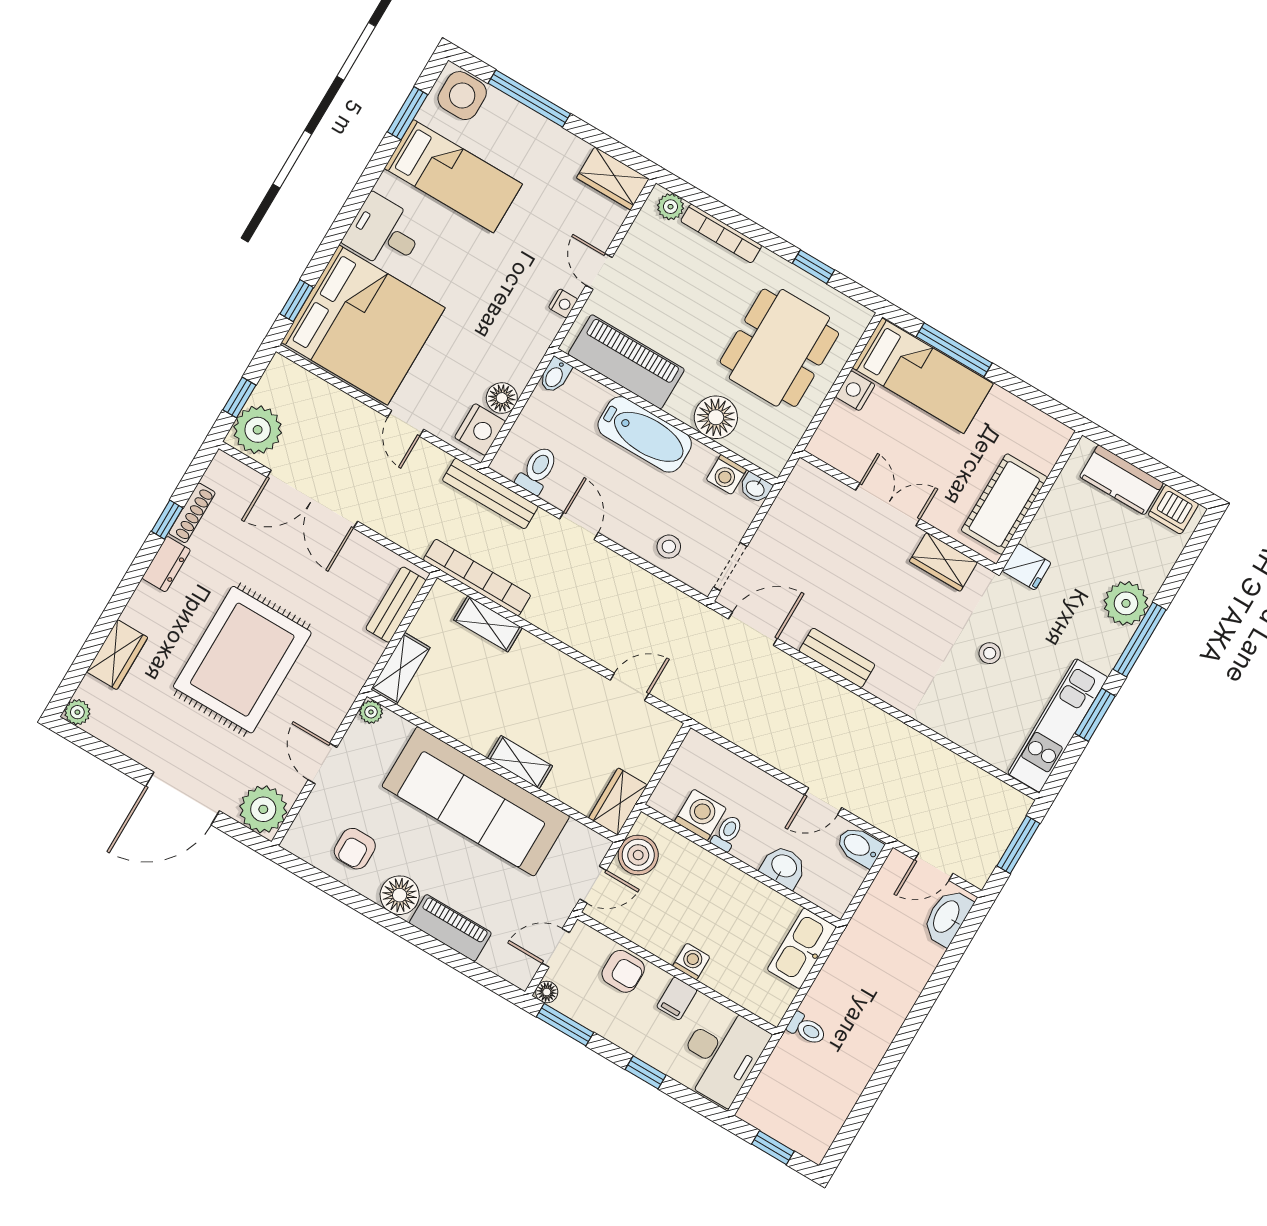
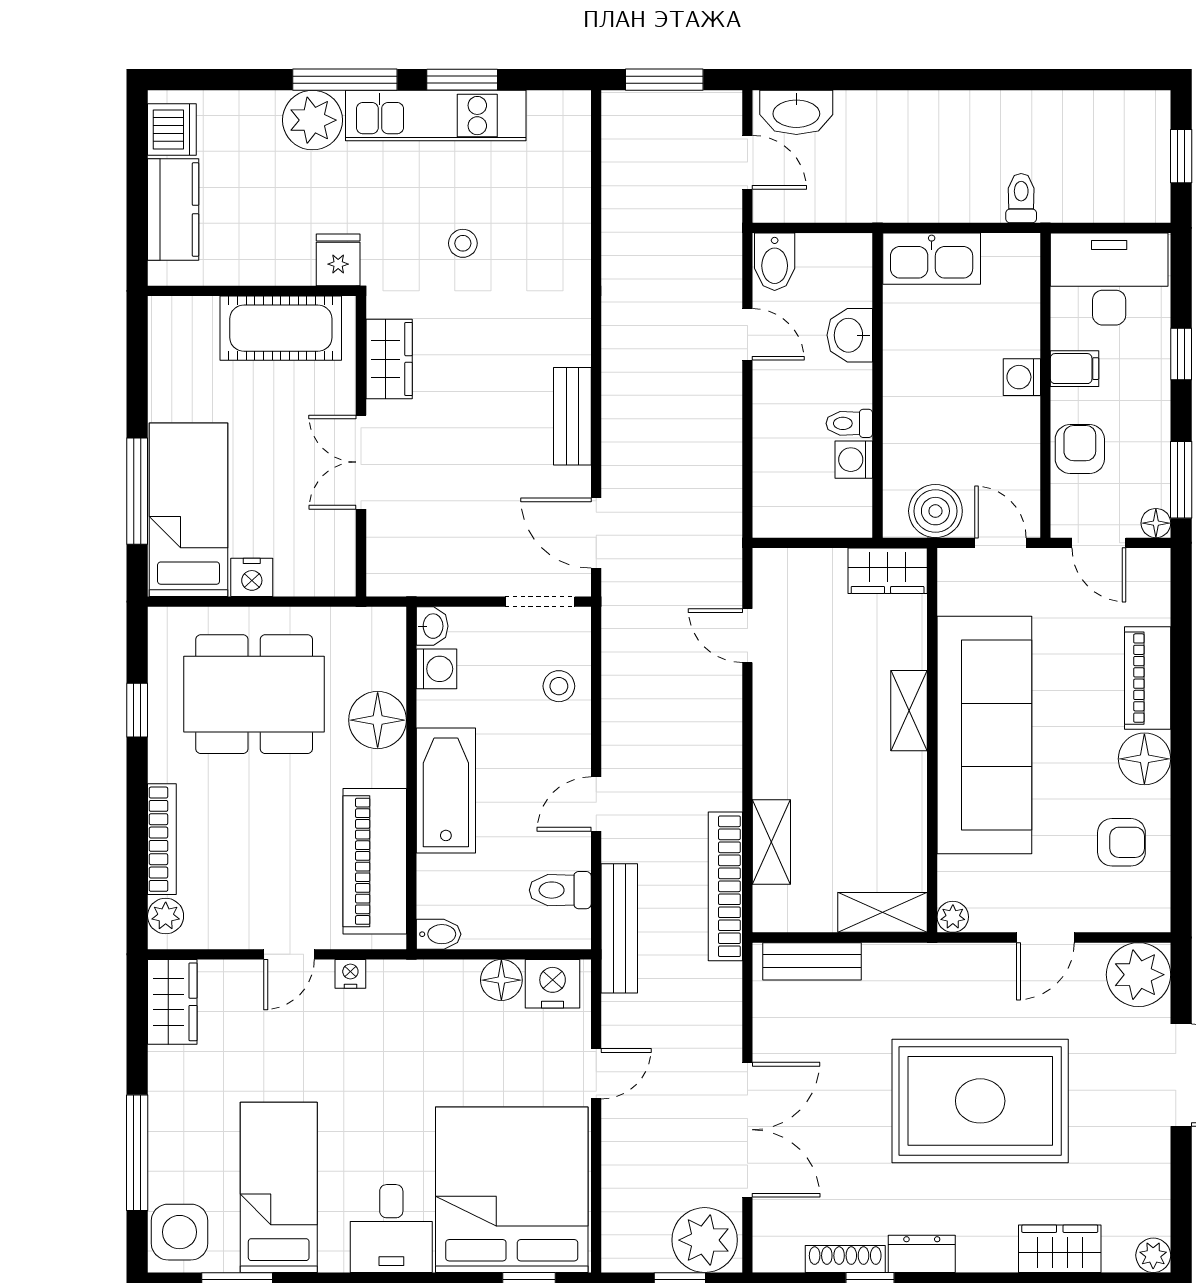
kitchen unit: (1058, 725) -> (436, 116), moved
washing machine: (700, 815) -> (854, 460), width x0.73, depth x0.73

